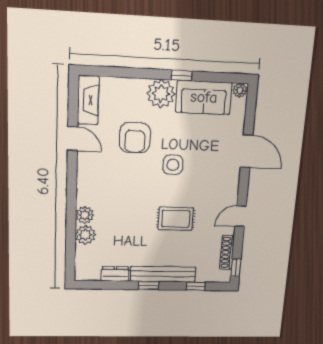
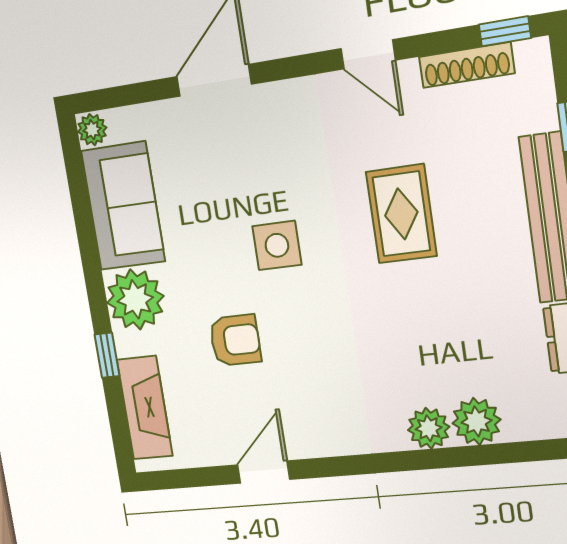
window: (182, 75) -> (107, 355), moved
fireplace: (88, 100) -> (145, 408), moved, turned 90
armchair: (135, 138) -> (235, 340), width x0.72, depth x0.72

